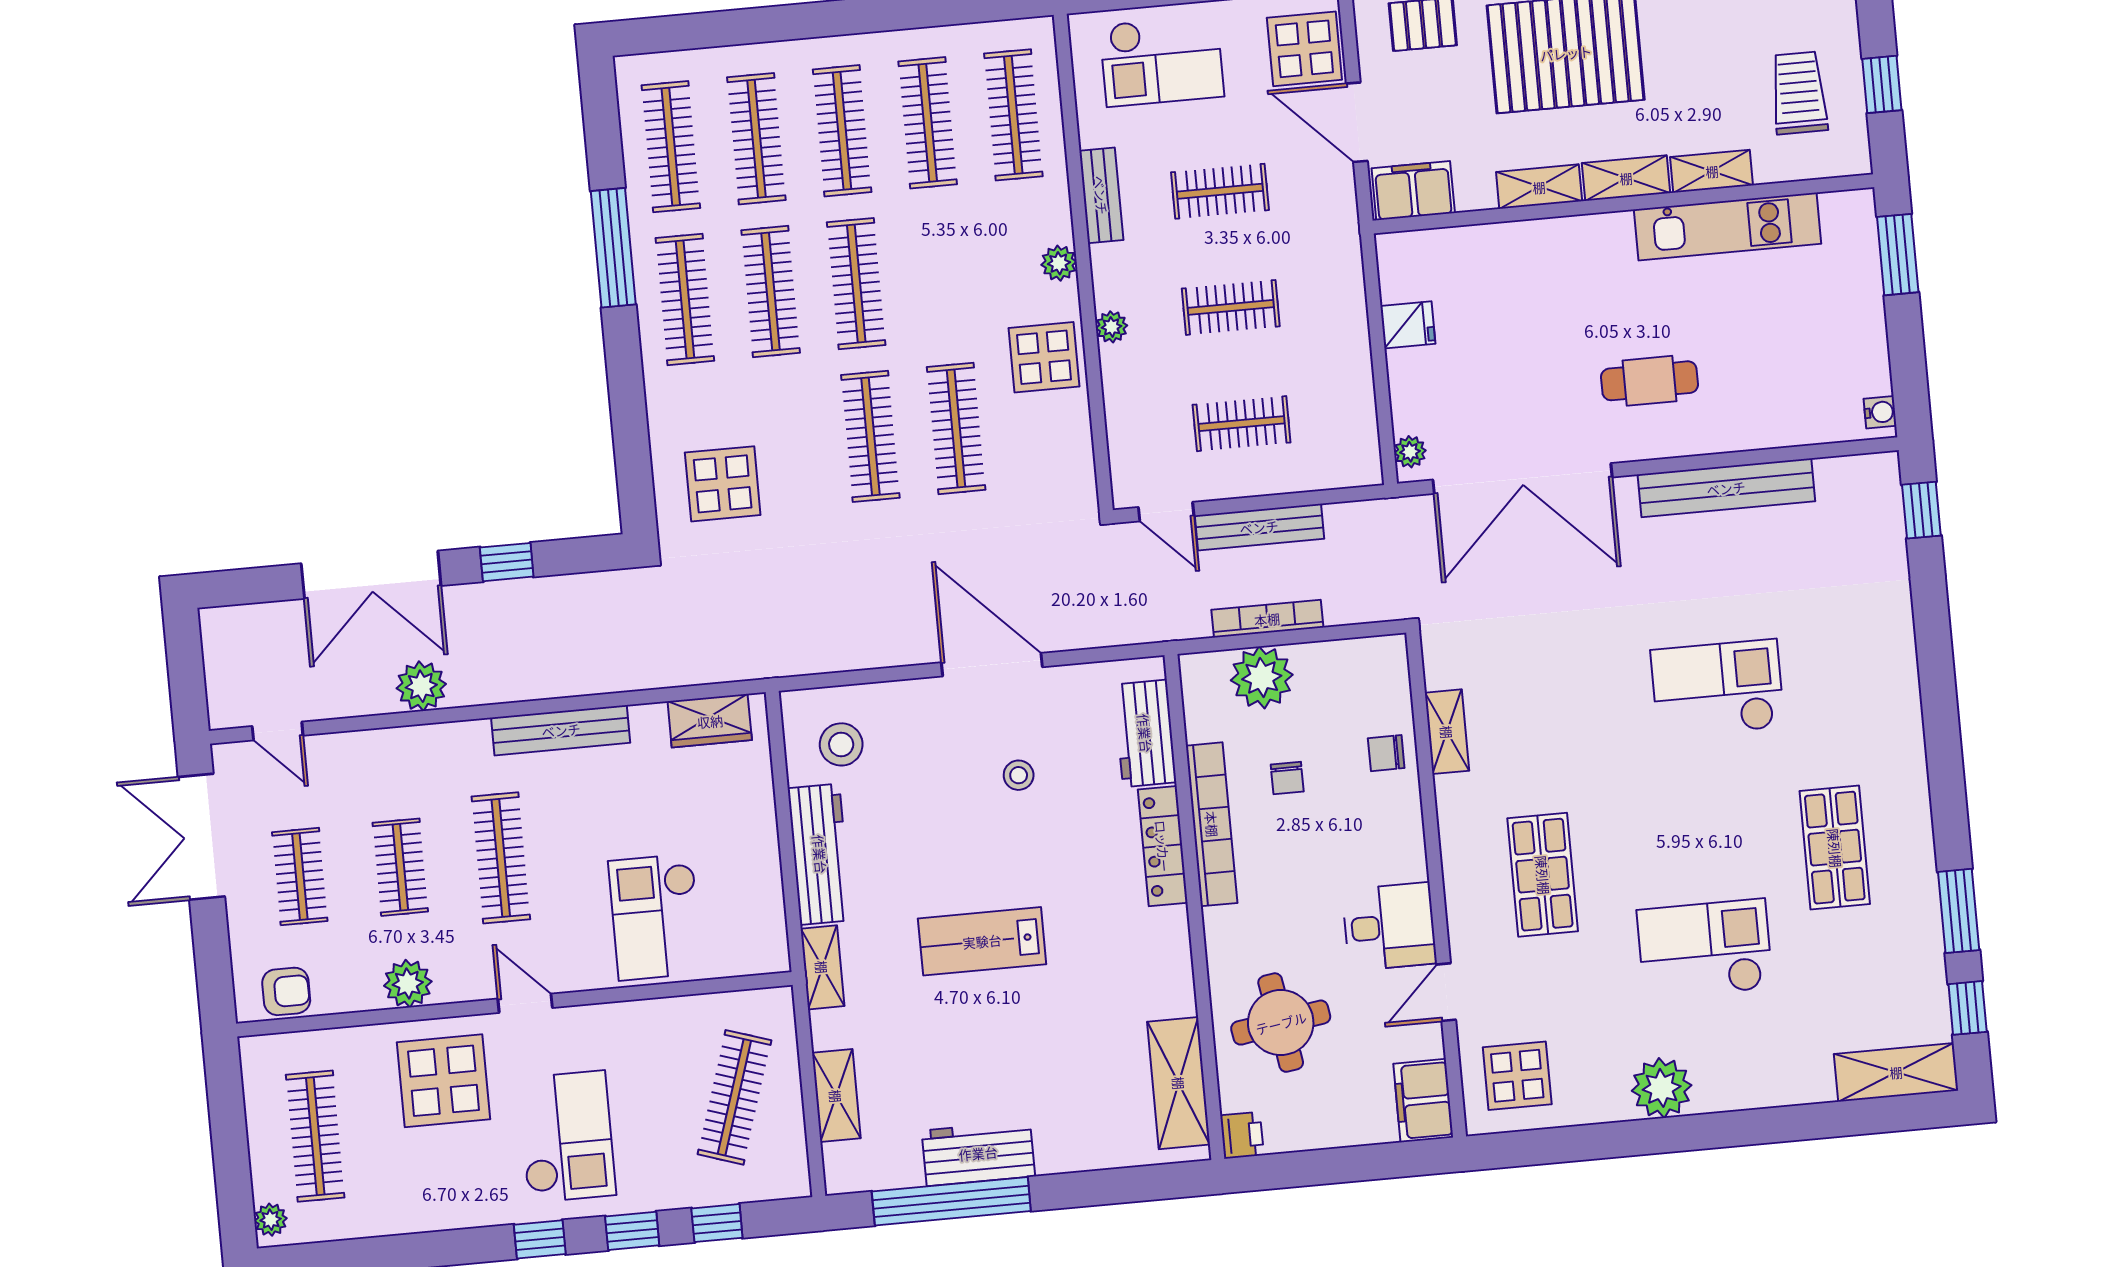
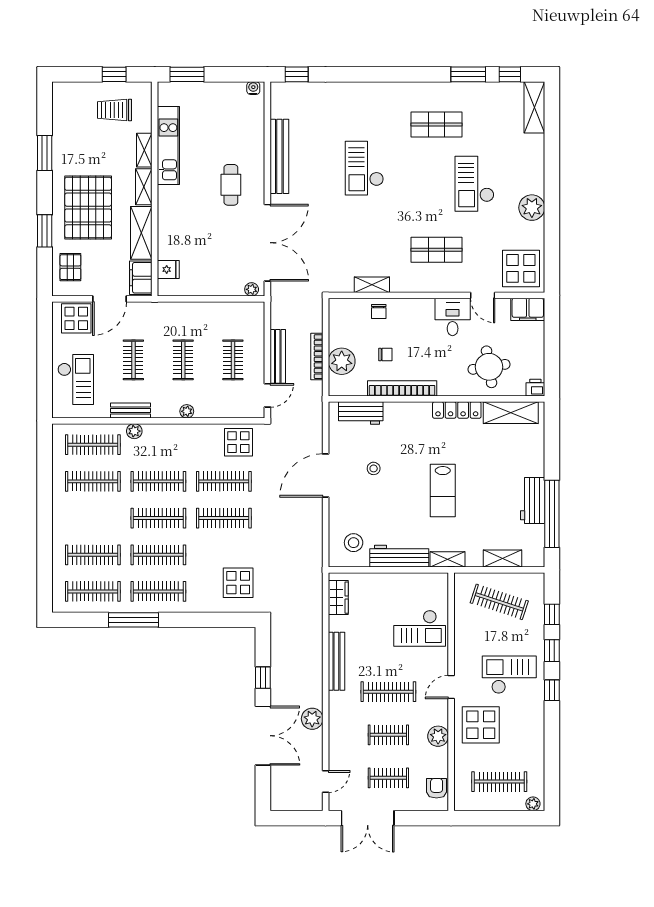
clothes rail: (842, 131) -> (158, 481), moved
shelving: (1539, 187) -> (141, 233), width x1.50, depth x1.33
plant: (1059, 263) -> (134, 431), moved
fridge: (1408, 325) -> (168, 269), moved, turned 90
display table: (1044, 357) -> (238, 442), moved
locker: (1163, 846) -> (457, 410), moved
display table: (1517, 1076) -> (521, 268), width x1.36, depth x1.36

